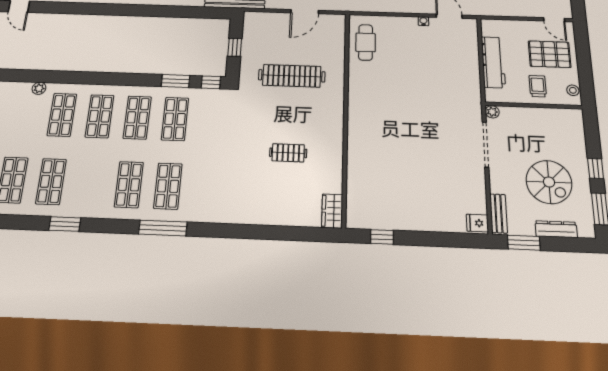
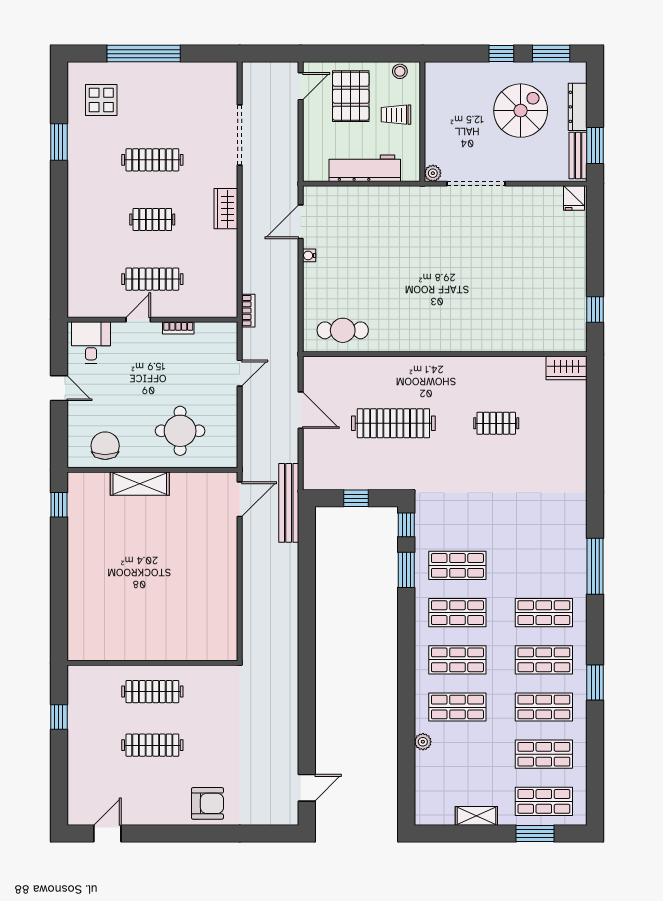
clothes rail: (292, 76) -> (393, 423), turned 90
clothes rail: (288, 153) -> (496, 423), turned 90
shop shelf: (168, 186) -> (544, 660), moved
bench: (499, 213) -> (578, 156), moved, turned 90

